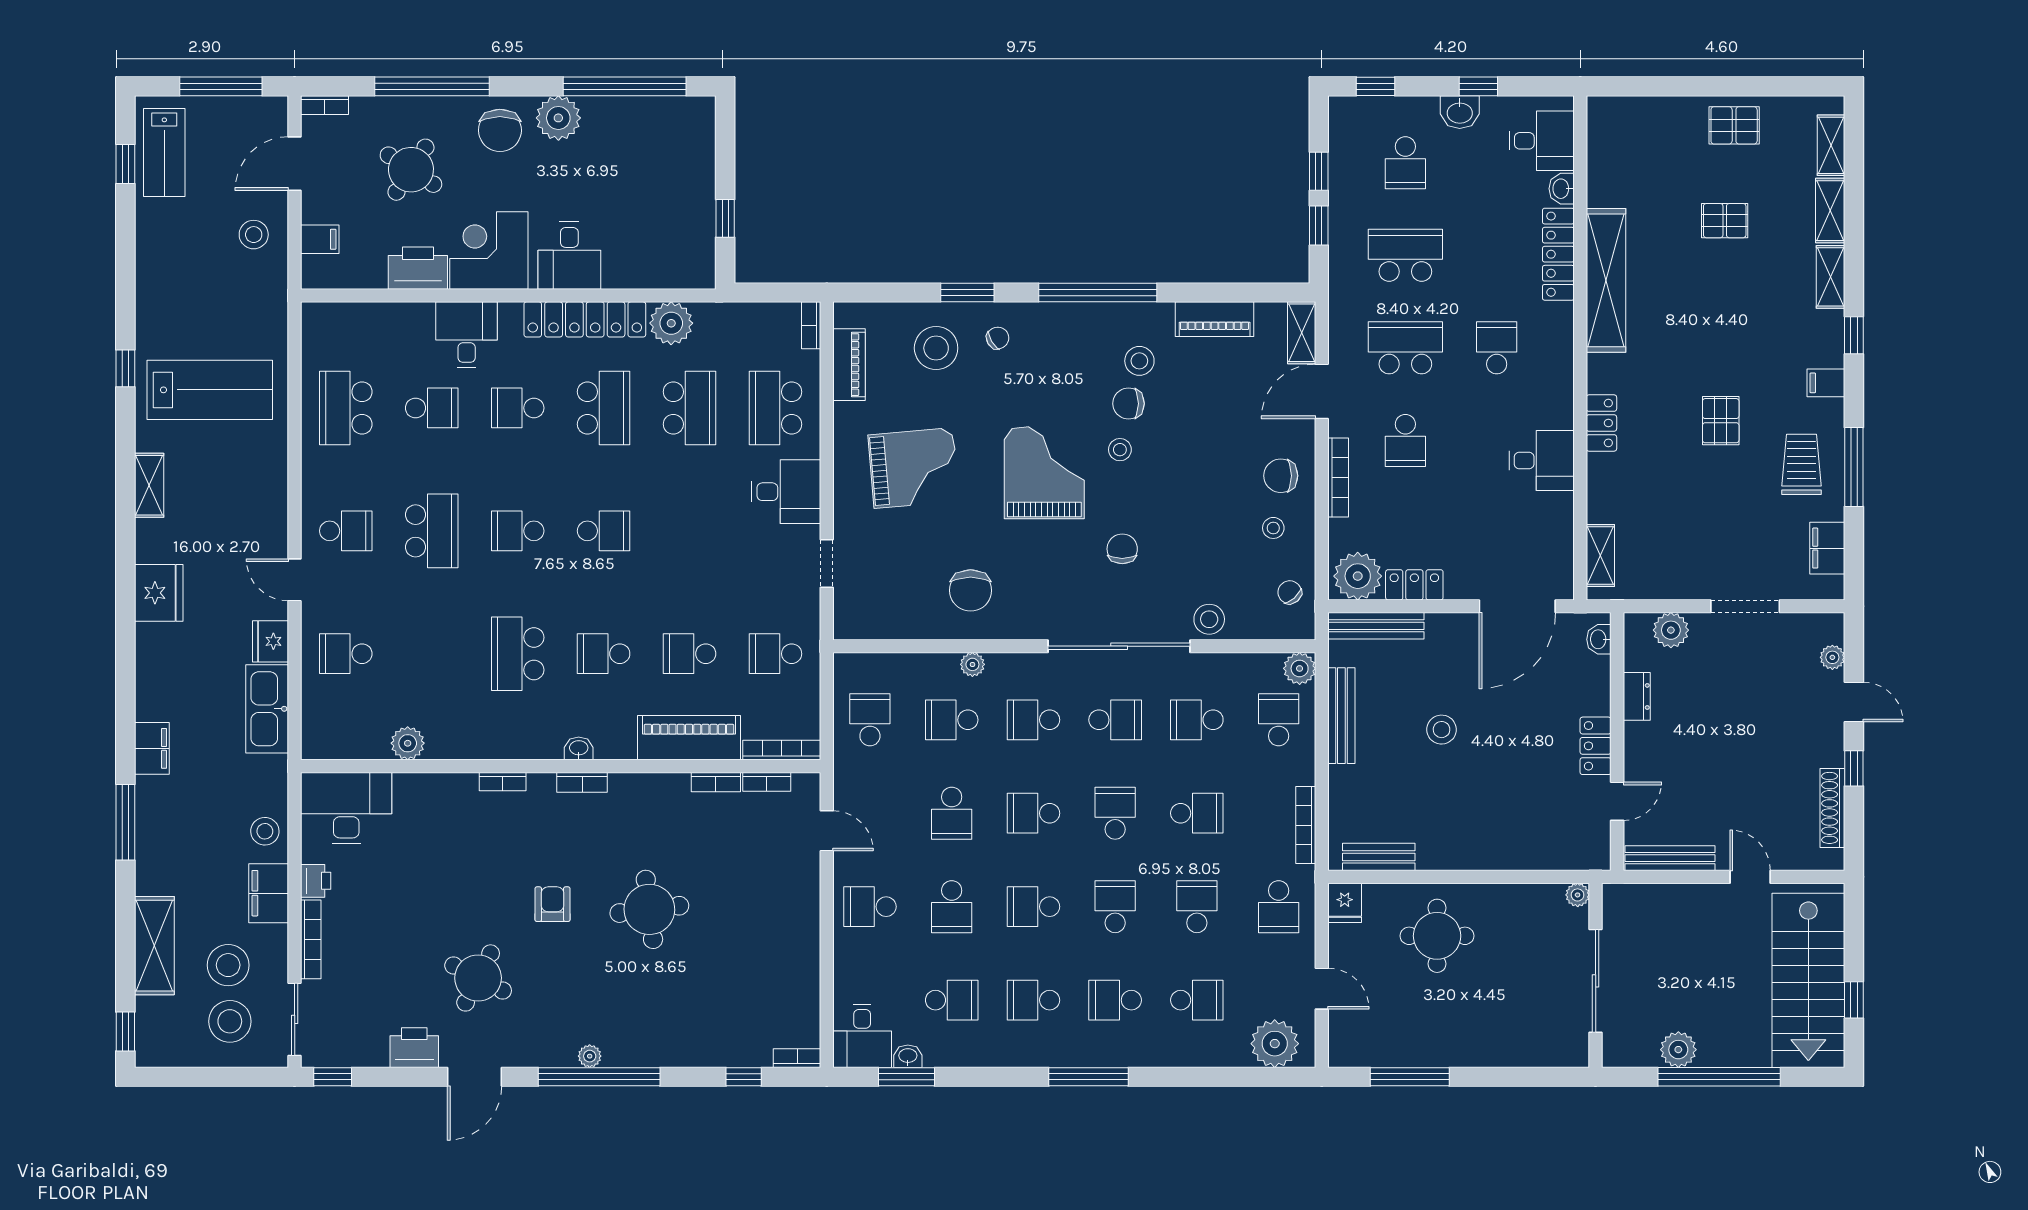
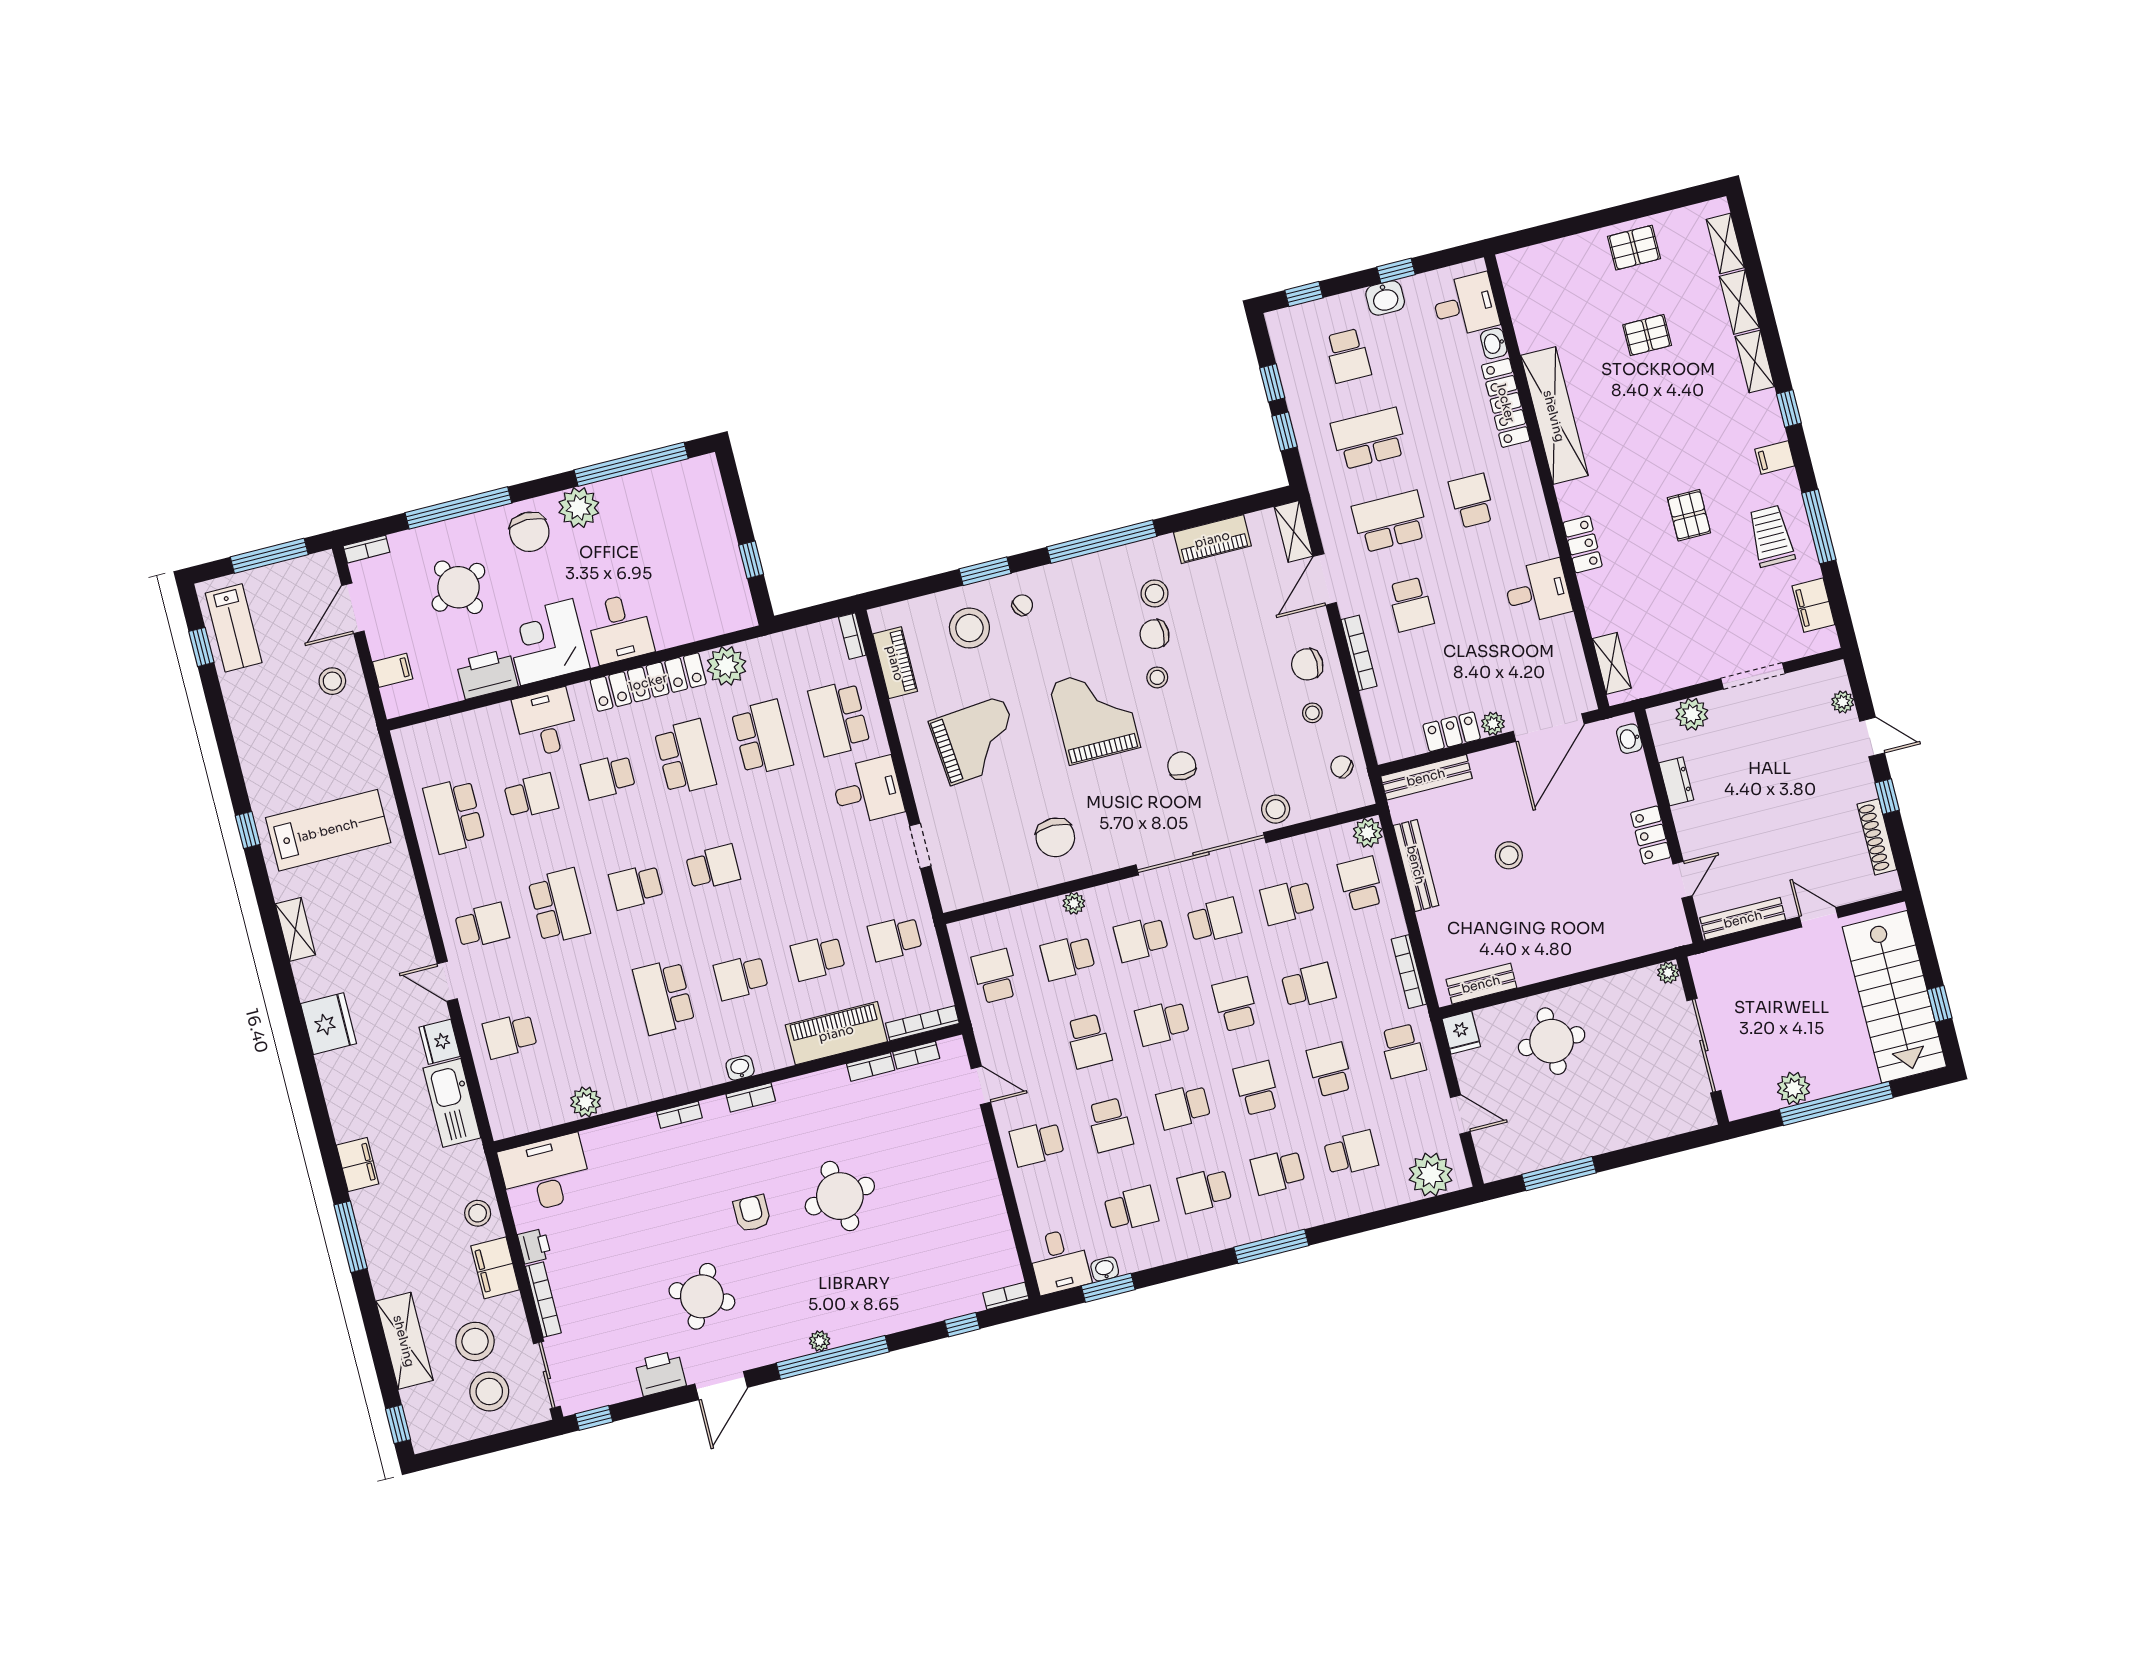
round table: (411, 170) -> (458, 587), turned 30
plant: (1358, 576) -> (1493, 724), moved, width x0.53, depth x0.53

